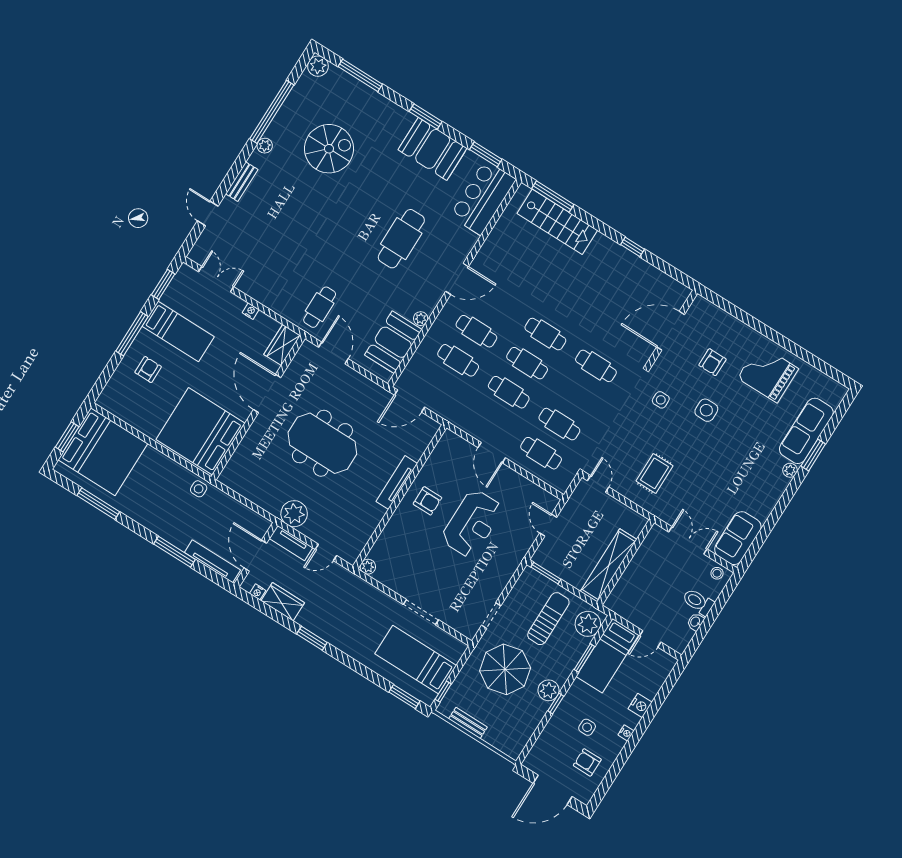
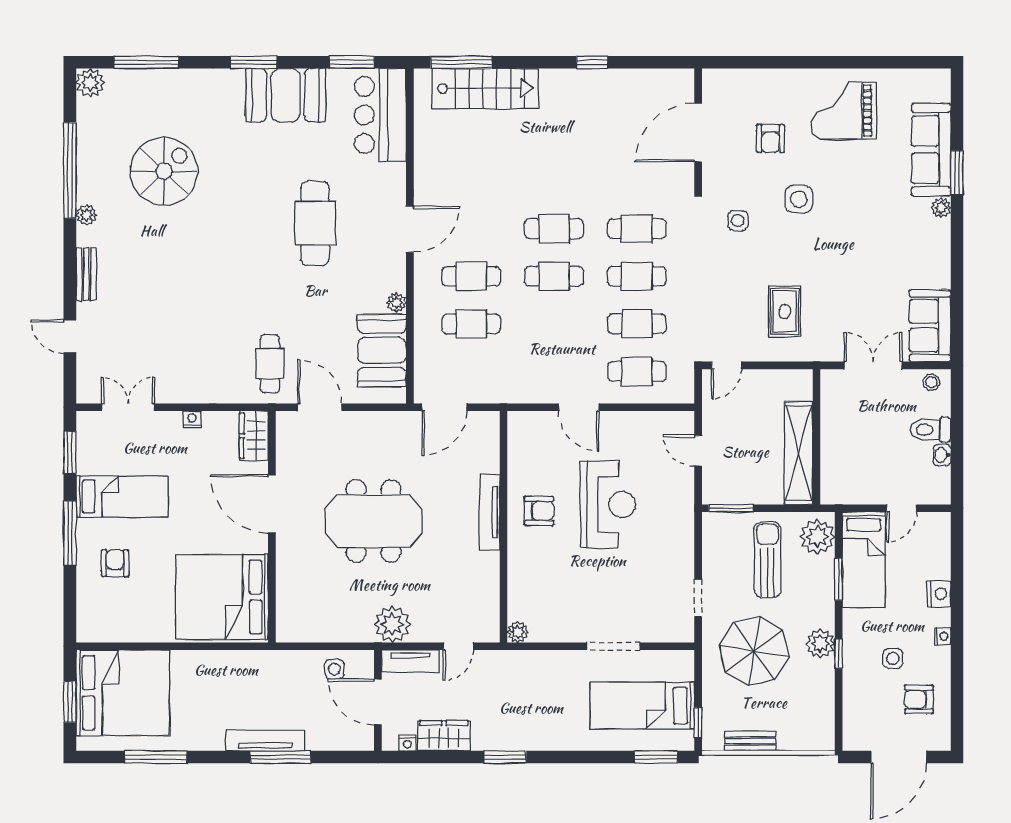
cafe table: (509, 392) -> (637, 276), moved
door: (598, 484) -> (726, 365), swing flipped
side table: (199, 489) -> (334, 669), moved
tv unit: (212, 561) -> (265, 740), moved

